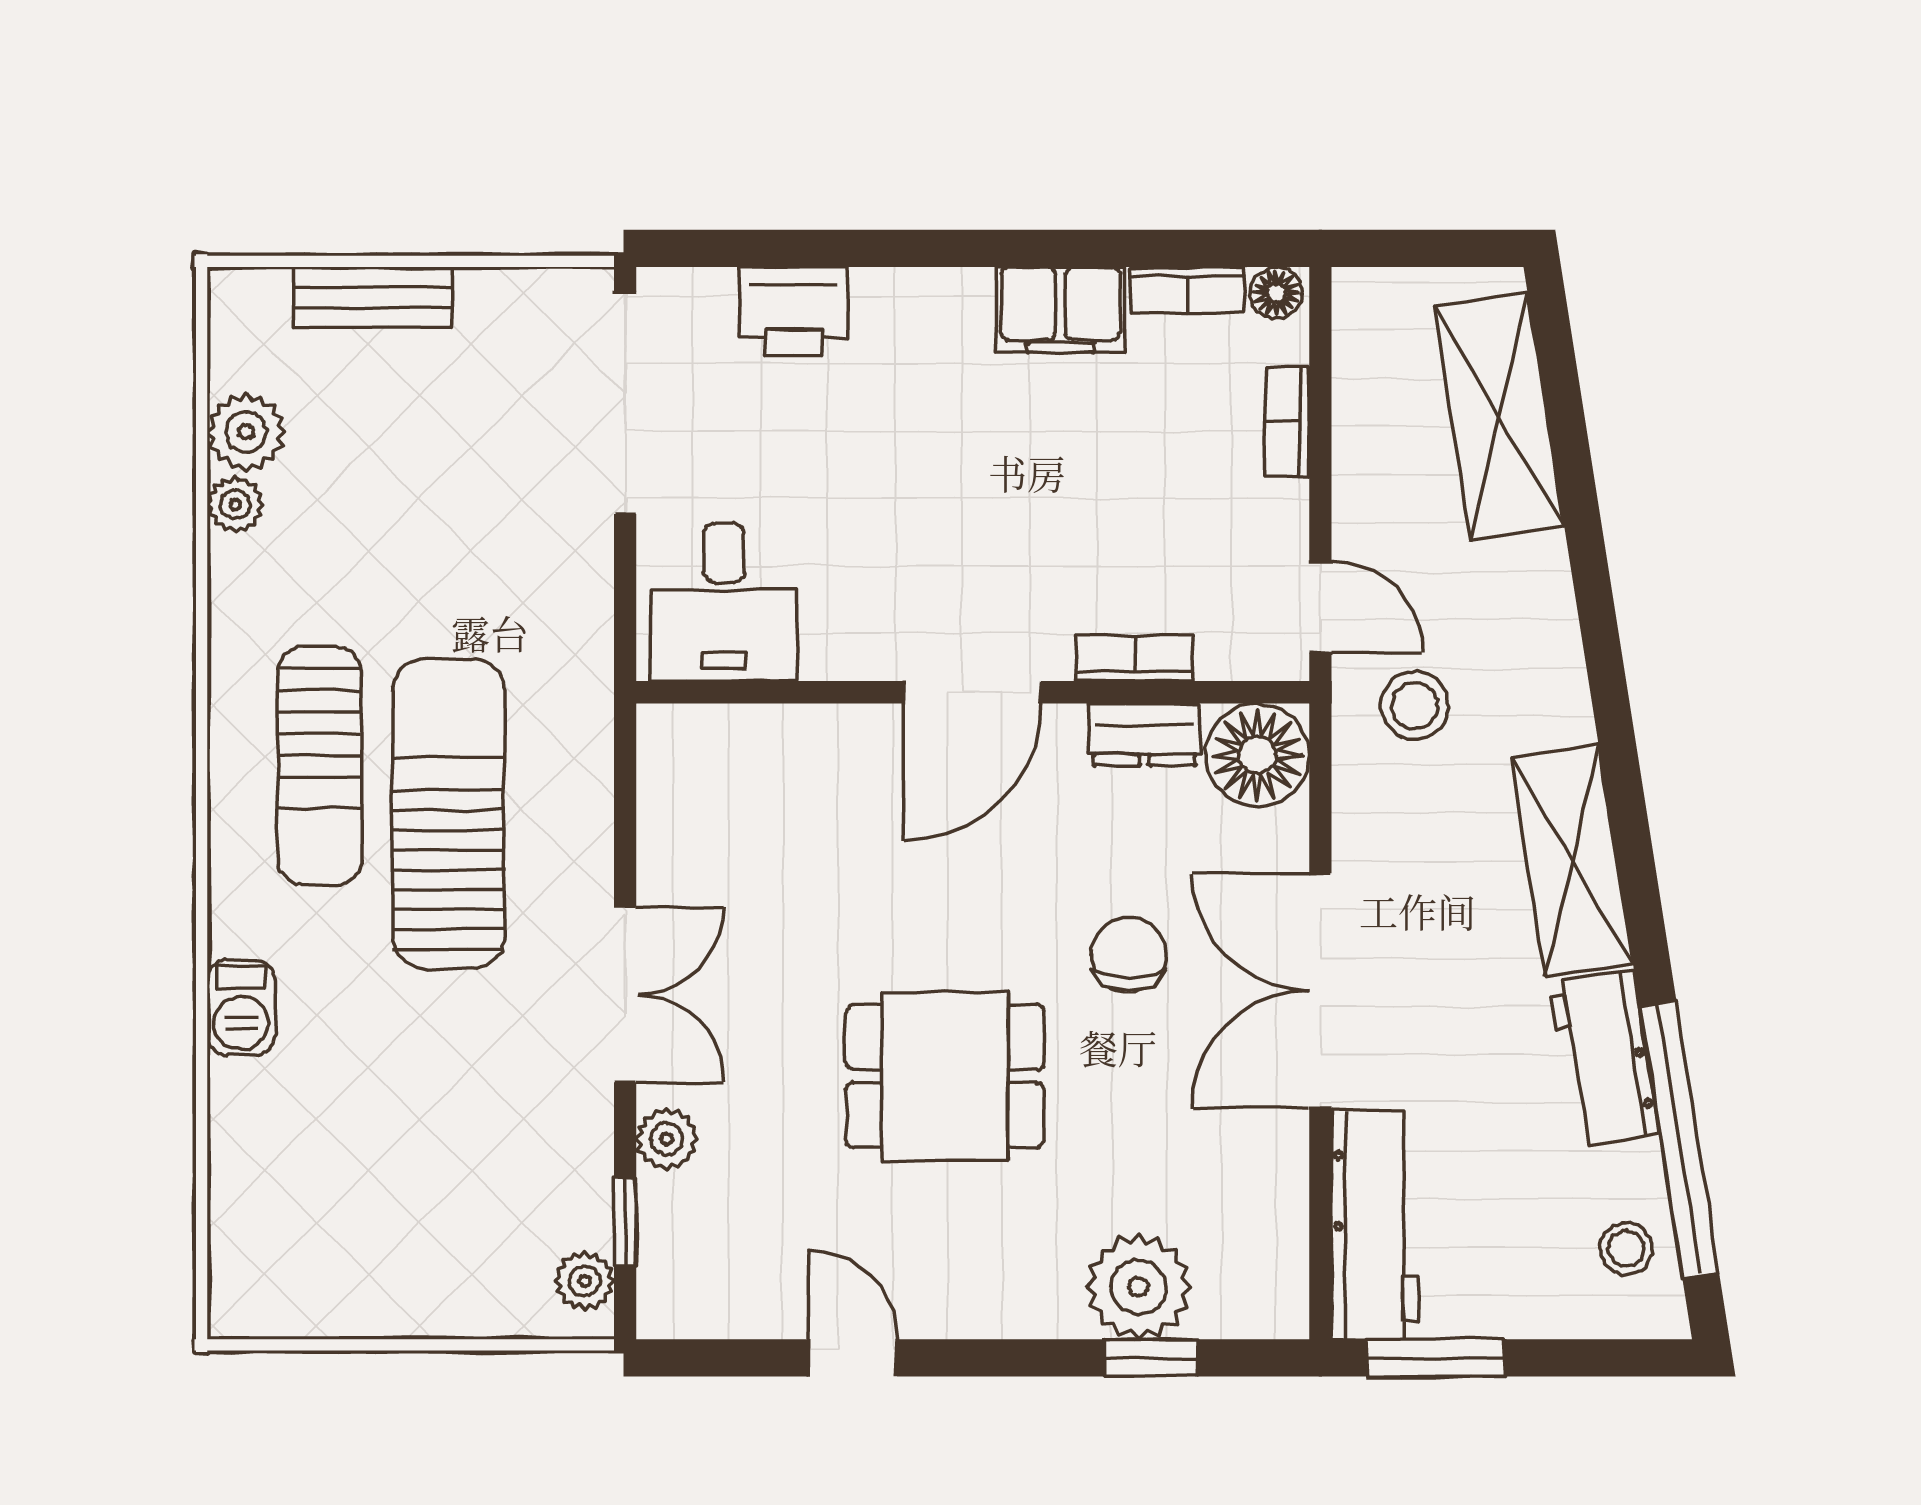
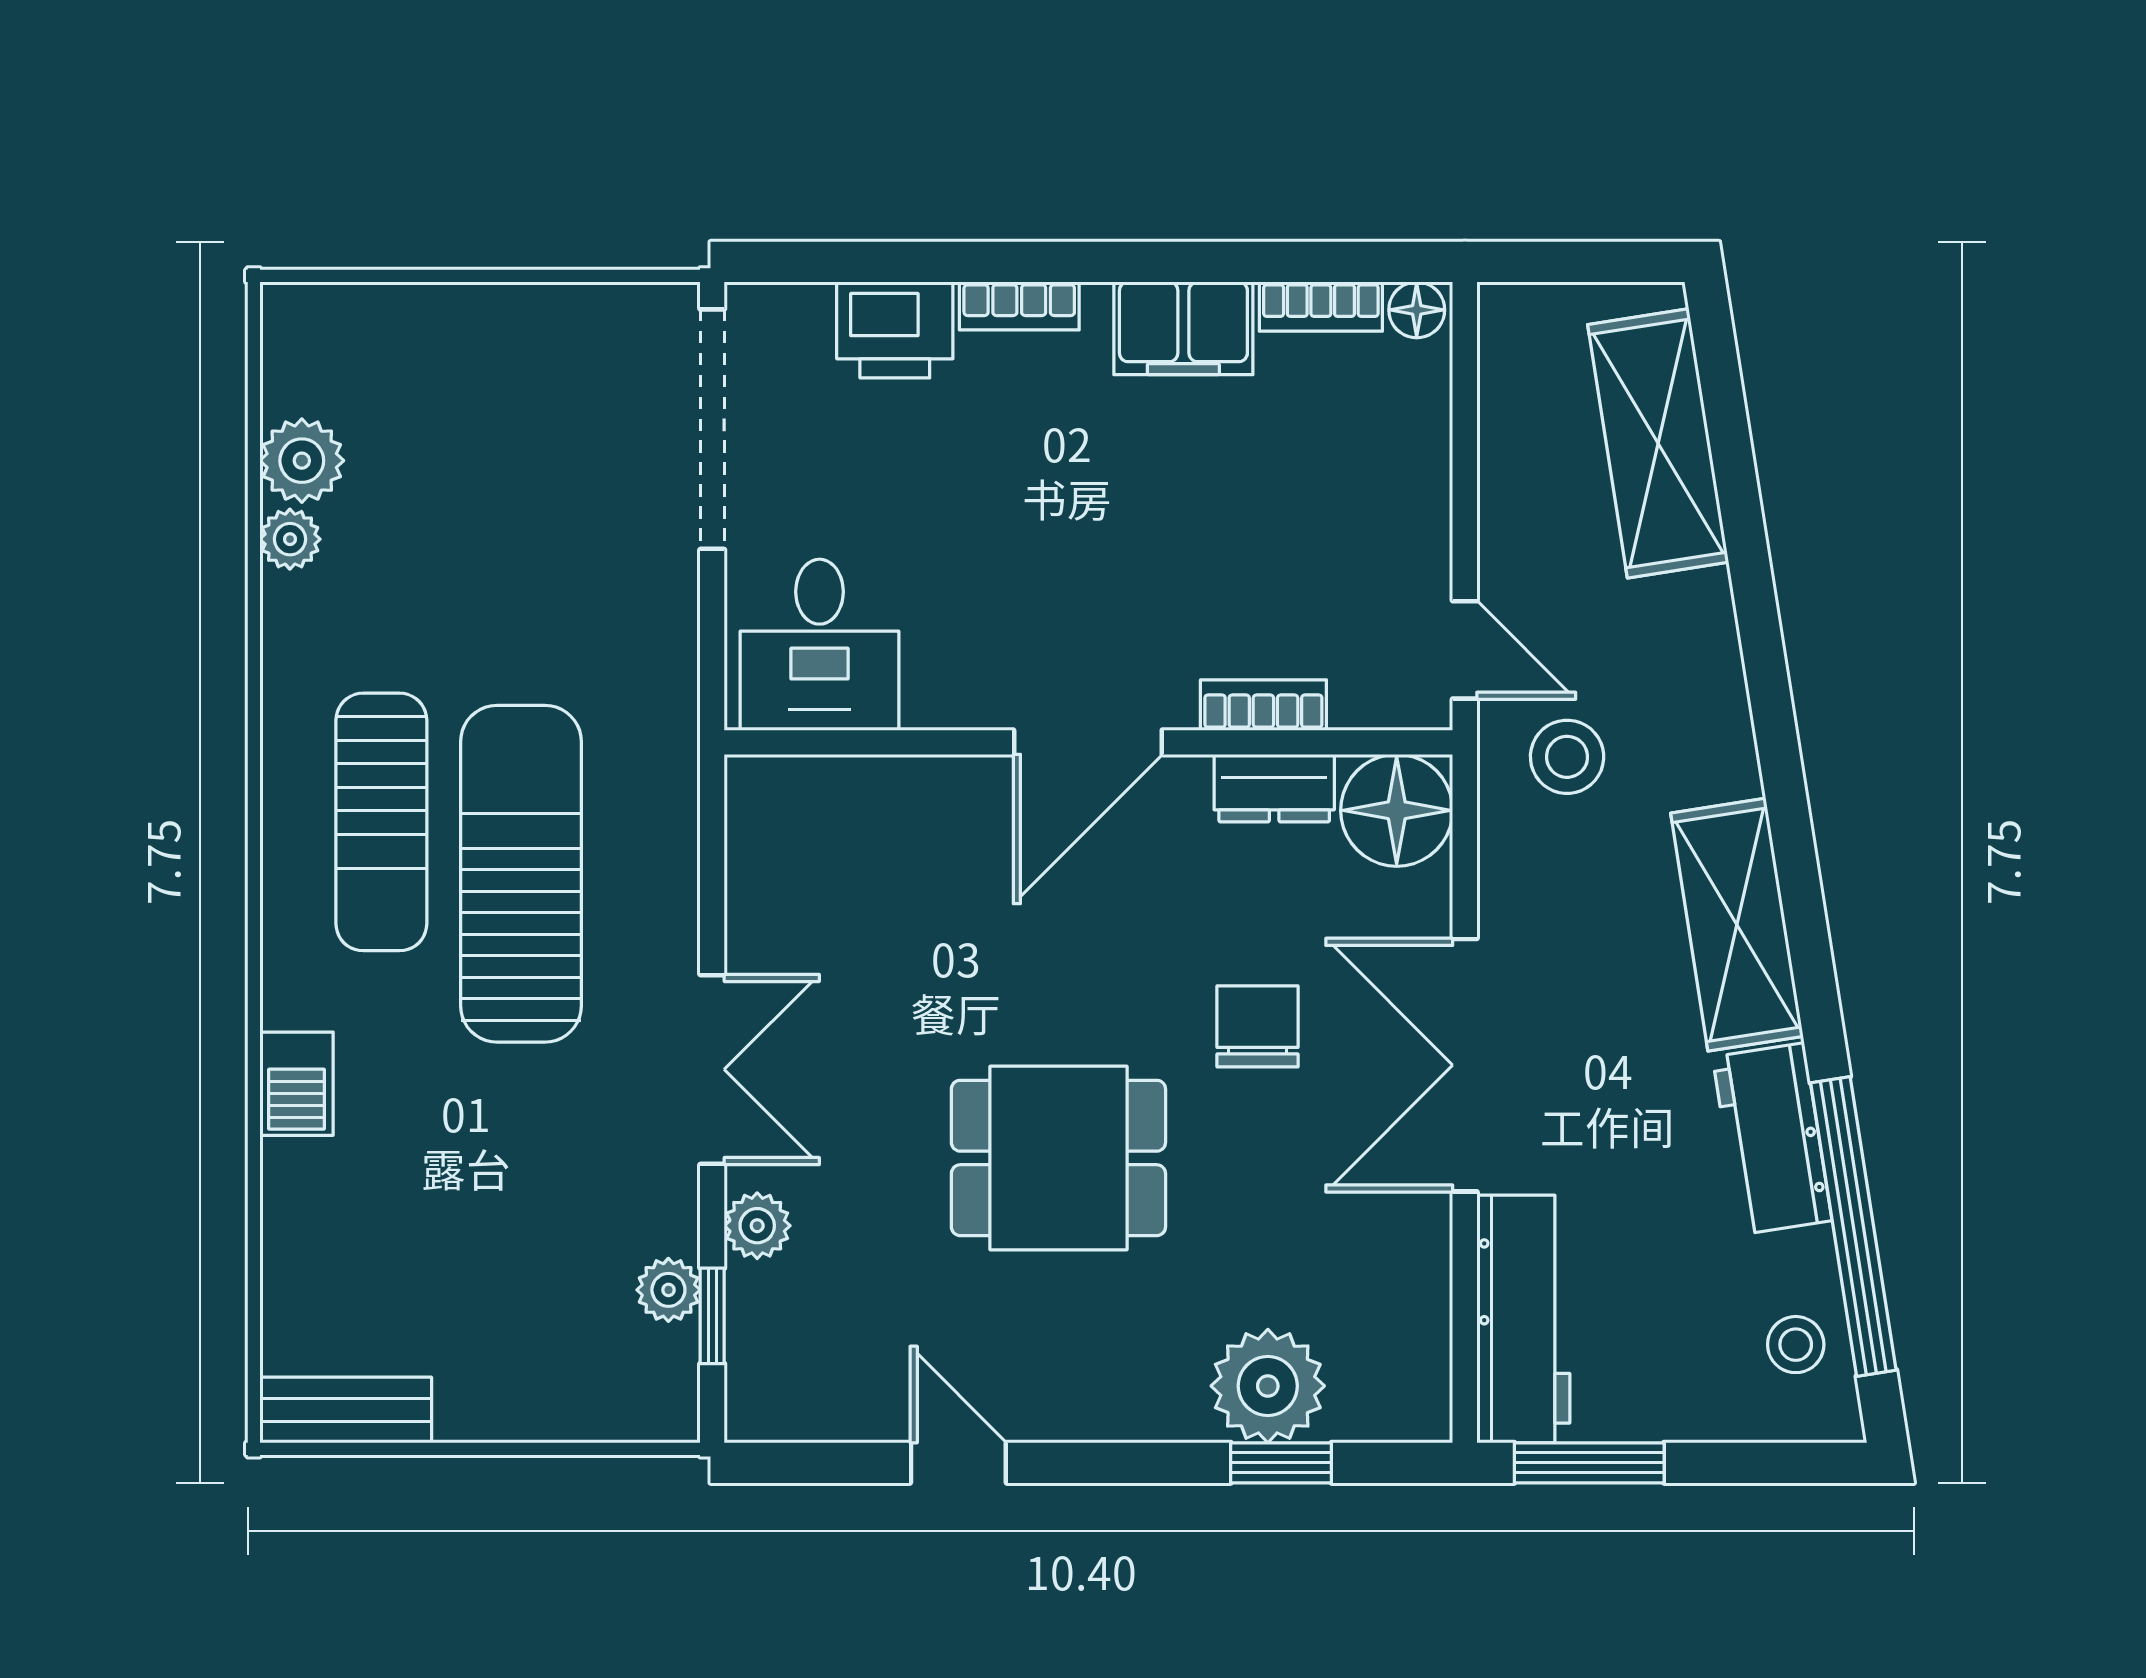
bench: (373, 297) -> (346, 1410), moved
bookcase: (1287, 422) -> (1019, 306), moved, turned -90
plant: (585, 1281) -> (668, 1290), moved

